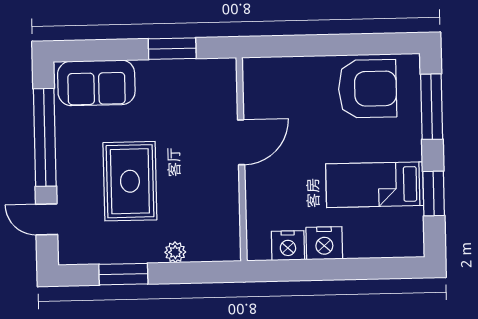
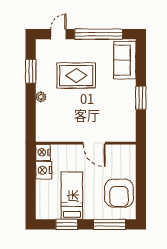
door: (241, 142) -> (94, 143), moved
wall: (242, 159) -> (86, 143), moved

